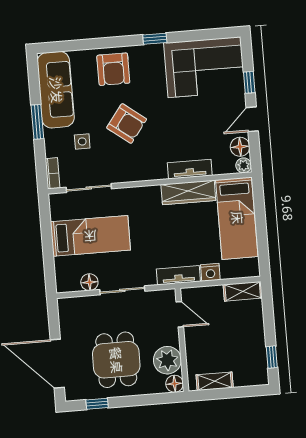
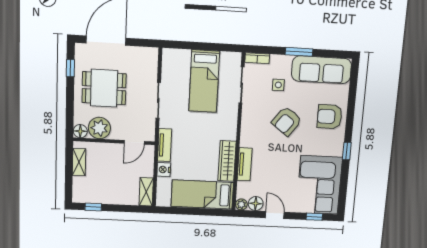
window: (249, 82) -> (314, 217), moved
floor lamp: (89, 282) -> (168, 75), removed

